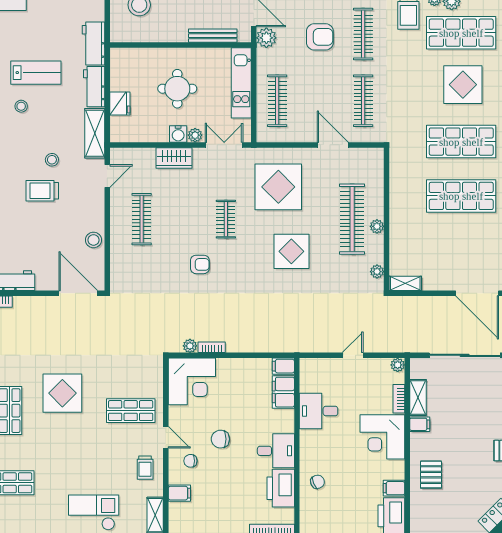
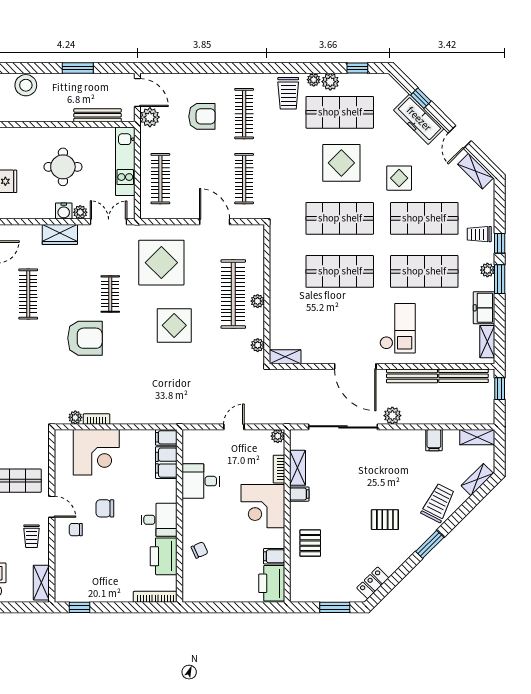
armchair: (200, 264) -> (85, 338), width x1.88, depth x1.88
corner desk: (192, 381) -> (96, 452), moved
filing cabinet: (179, 493) -> (65, 561), removed

